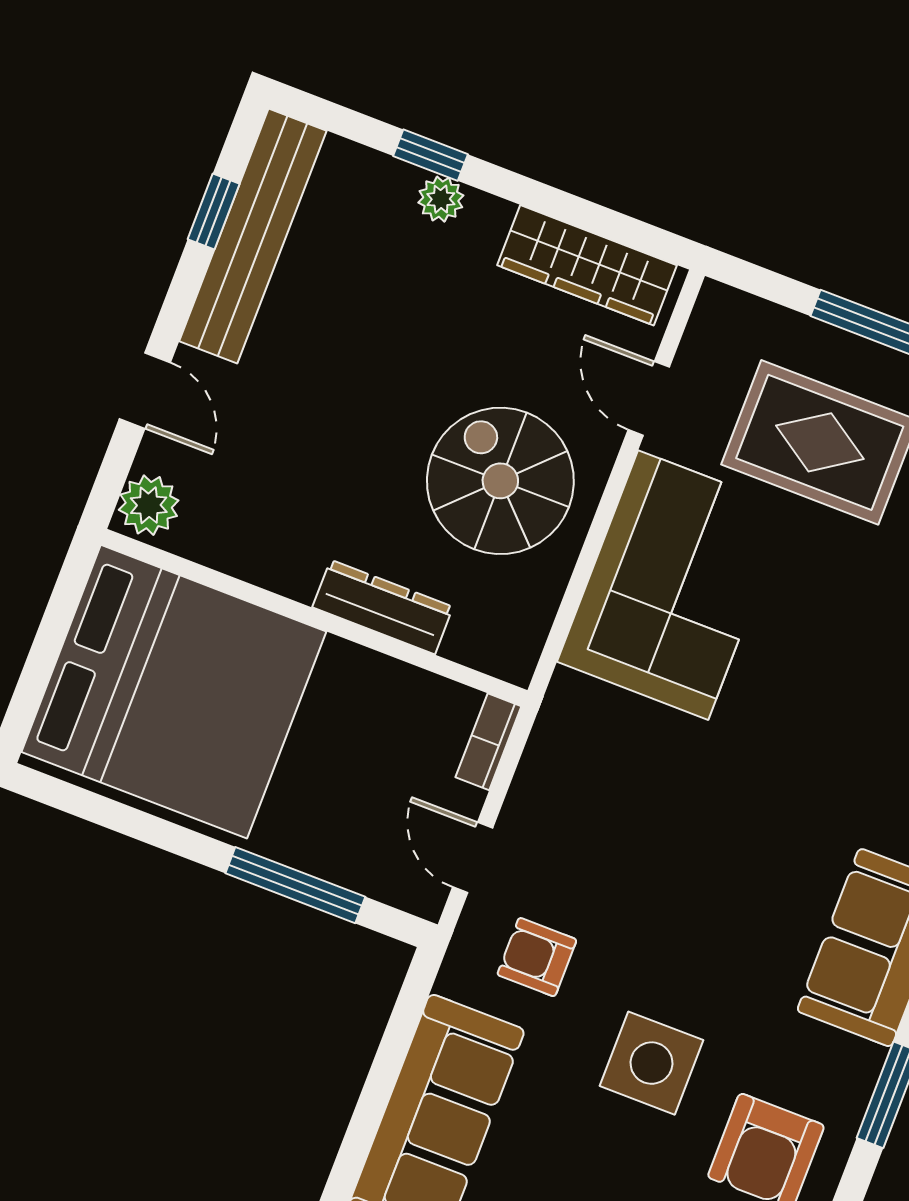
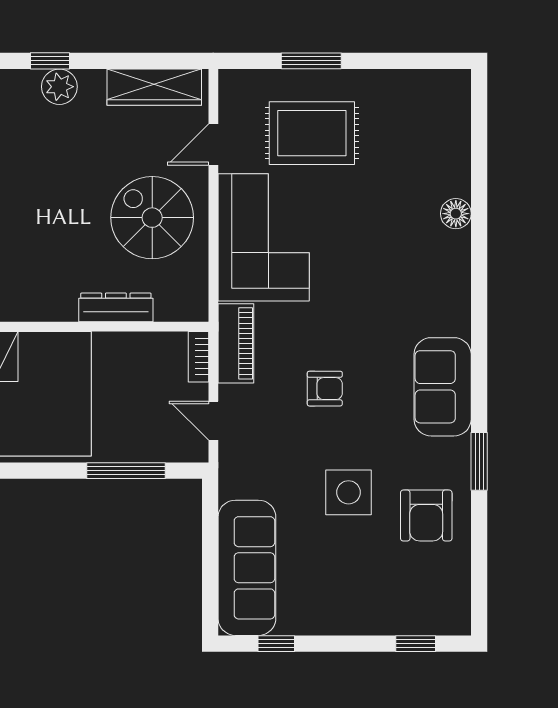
plant: (441, 199) -> (59, 87), width x1.38, depth x1.38
door: (649, 398) -> (213, 144), hinge flipped
piano: (559, 744) -> (236, 343), added
armchair: (537, 957) -> (325, 389), moved, turned 180

